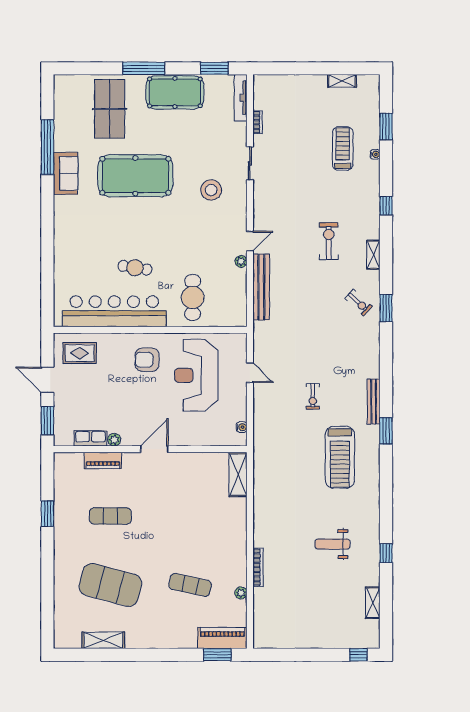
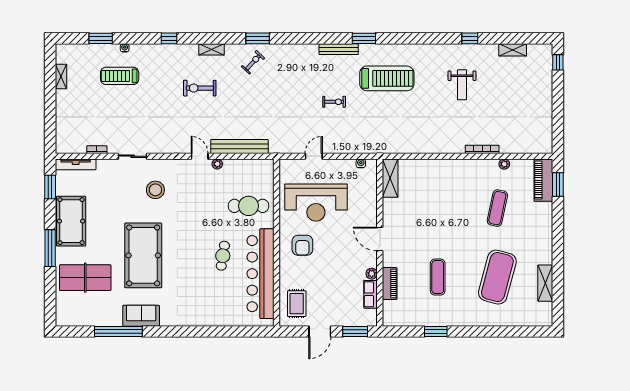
shelving: (238, 475) -> (390, 178), moved, turned 90

